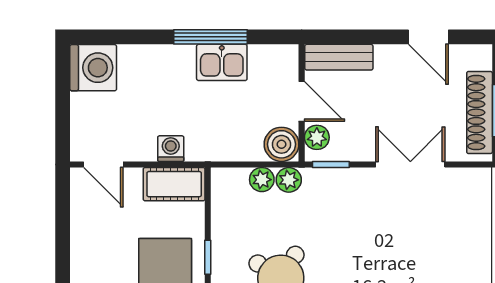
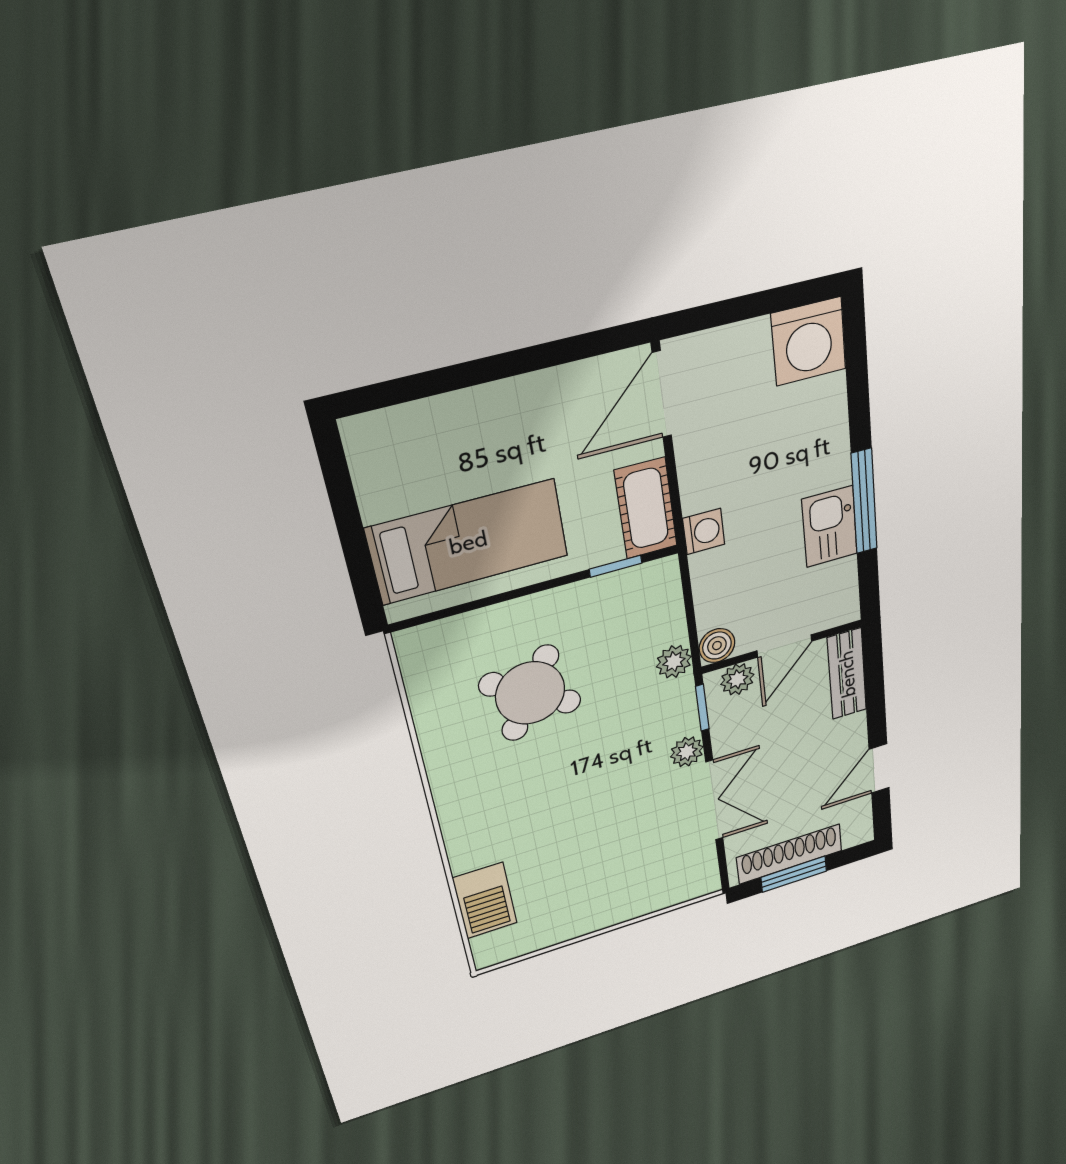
boiler: (281, 144) -> (717, 646), width x0.73, depth x0.73
washing machine: (171, 149) -> (704, 531), moved
door: (103, 164) -> (662, 394), width x1.38
plant: (262, 180) -> (687, 752), moved
window: (208, 257) -> (616, 566), moved

